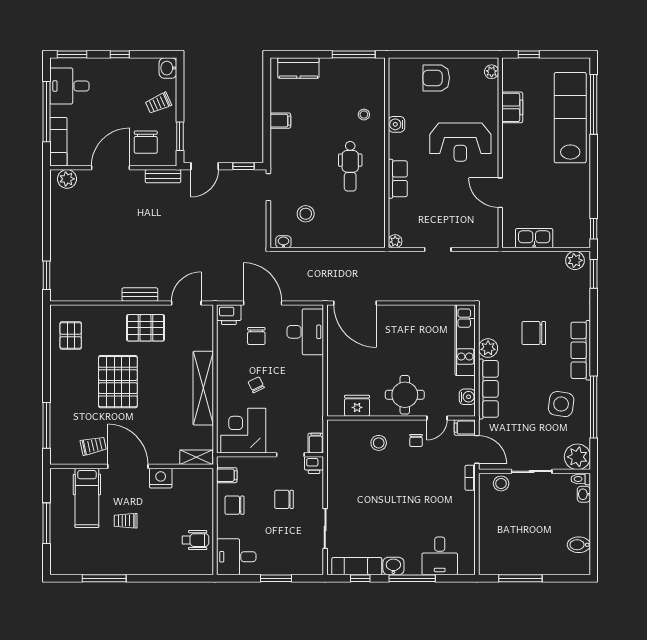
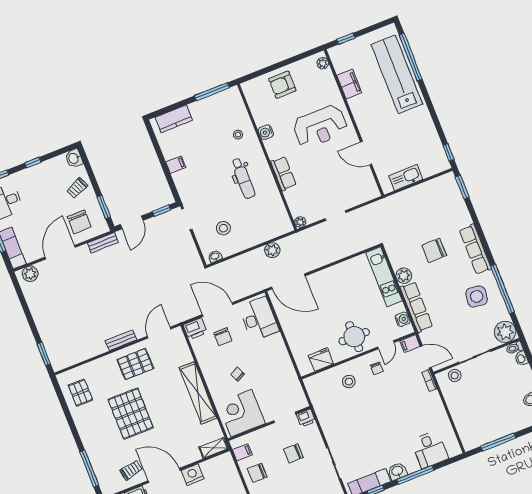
plant: (575, 260) -> (272, 250), moved
filing cabinet: (316, 443) -> (301, 401), removed

